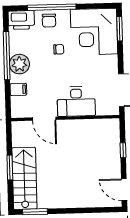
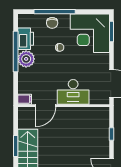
printer: (21, 20) -> (26, 39), moved, turned -90
filing cabinet: (18, 89) -> (25, 99), moved
door: (44, 119) -> (46, 106), hinge flipped

